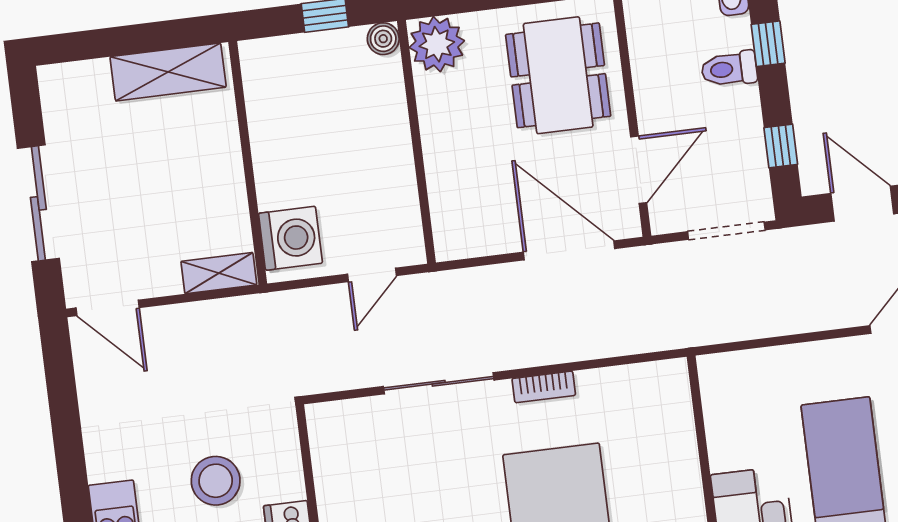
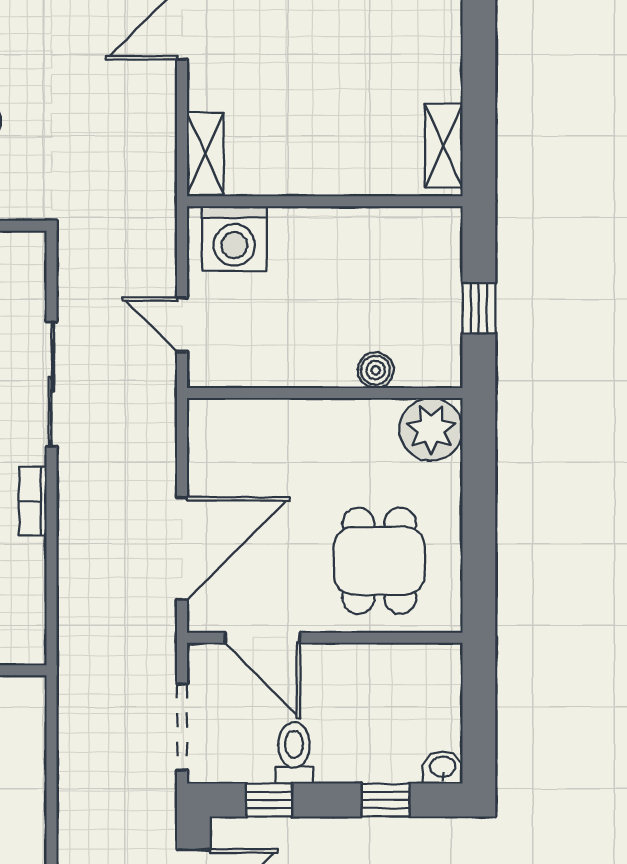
boiler: (383, 39) -> (376, 370), moved
toilet: (729, 69) -> (294, 753), moved
shelving: (168, 72) -> (444, 146), width x0.67, depth x0.75
dining table: (558, 75) -> (379, 561), width x0.73

